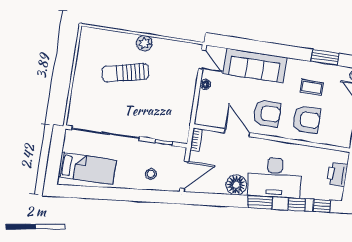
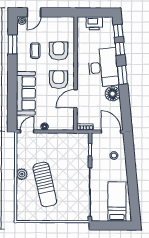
sun lounger: (125, 73) -> (45, 185), width x1.36, depth x1.34

